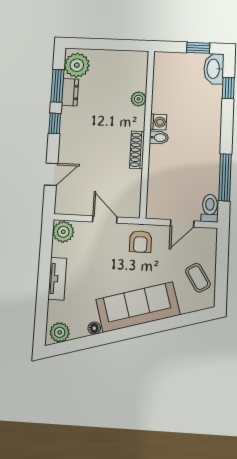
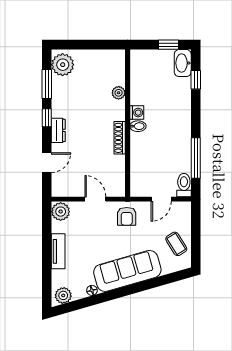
dresser: (70, 92) -> (58, 130), moved

